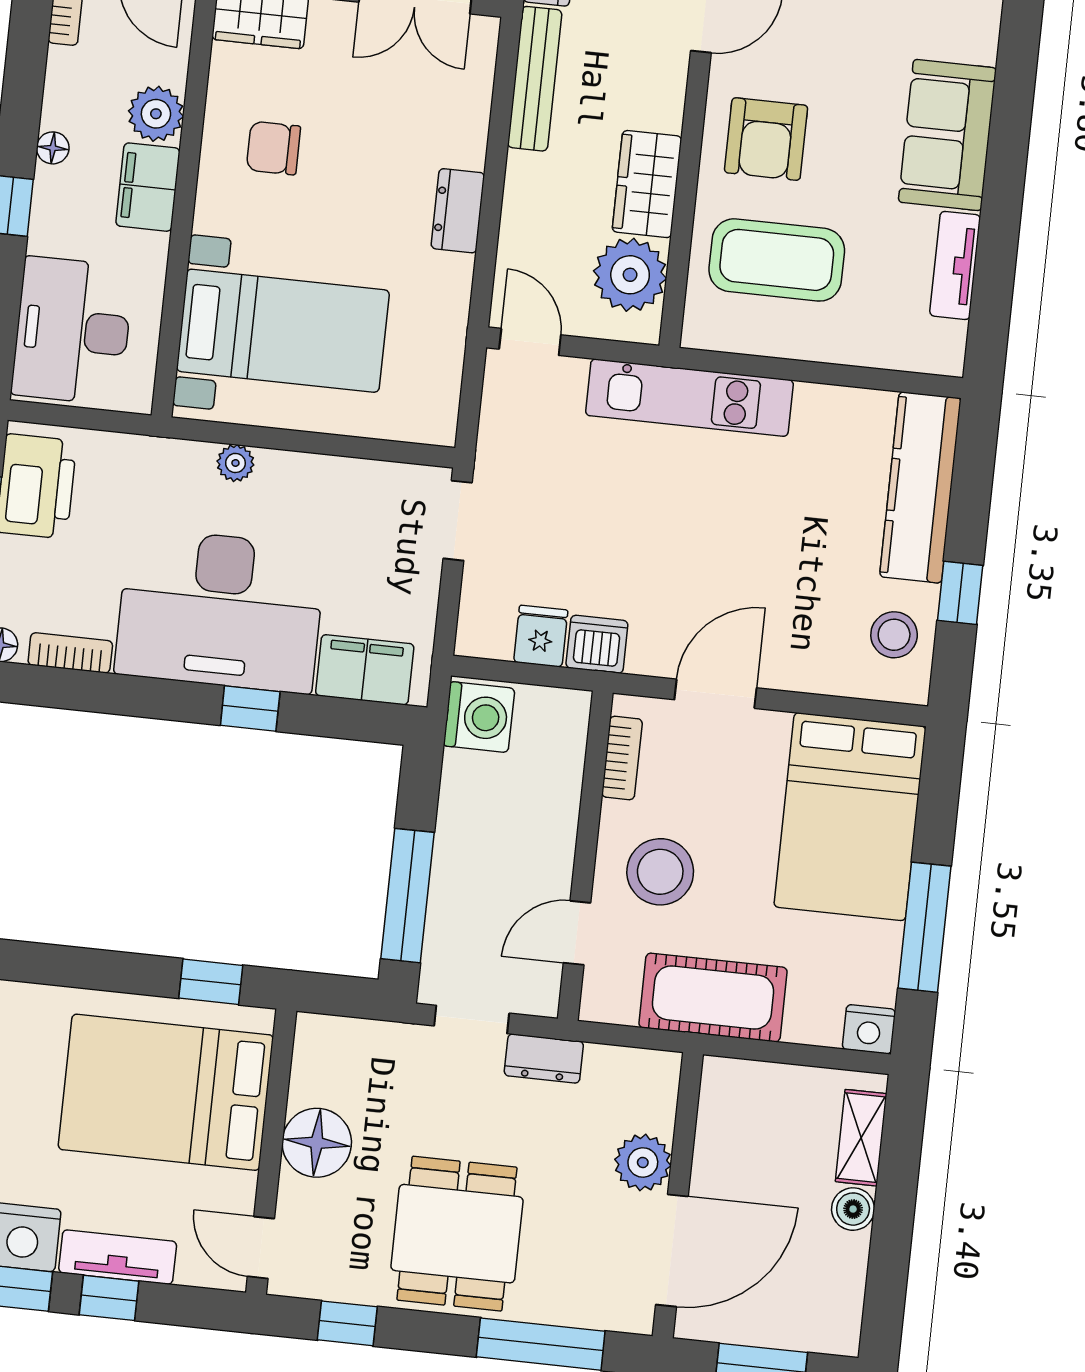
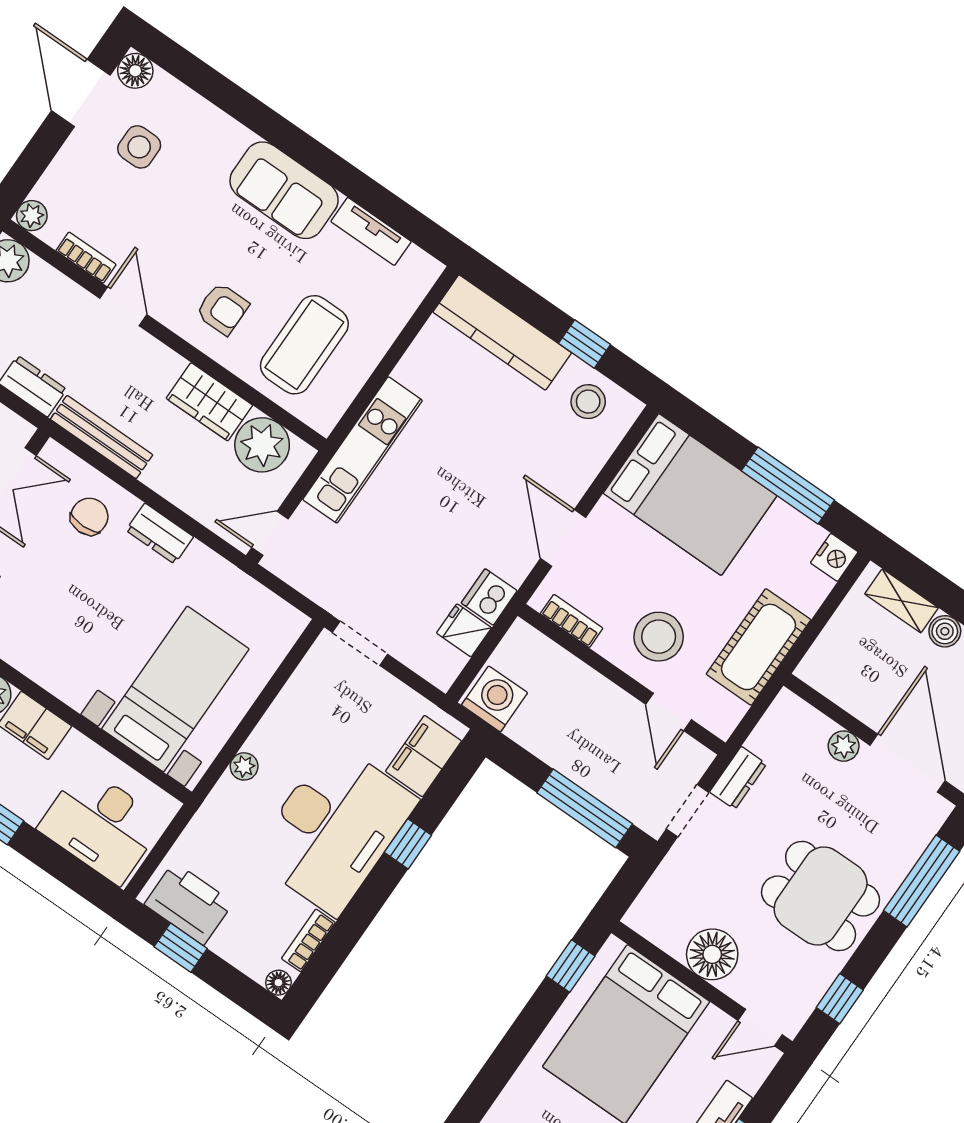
armchair: (766, 139) -> (222, 309), width x0.72, depth x0.72
chair: (273, 148) -> (89, 517), moved, turned 180
plant: (643, 1162) -> (844, 746), width x0.73, depth x0.73

